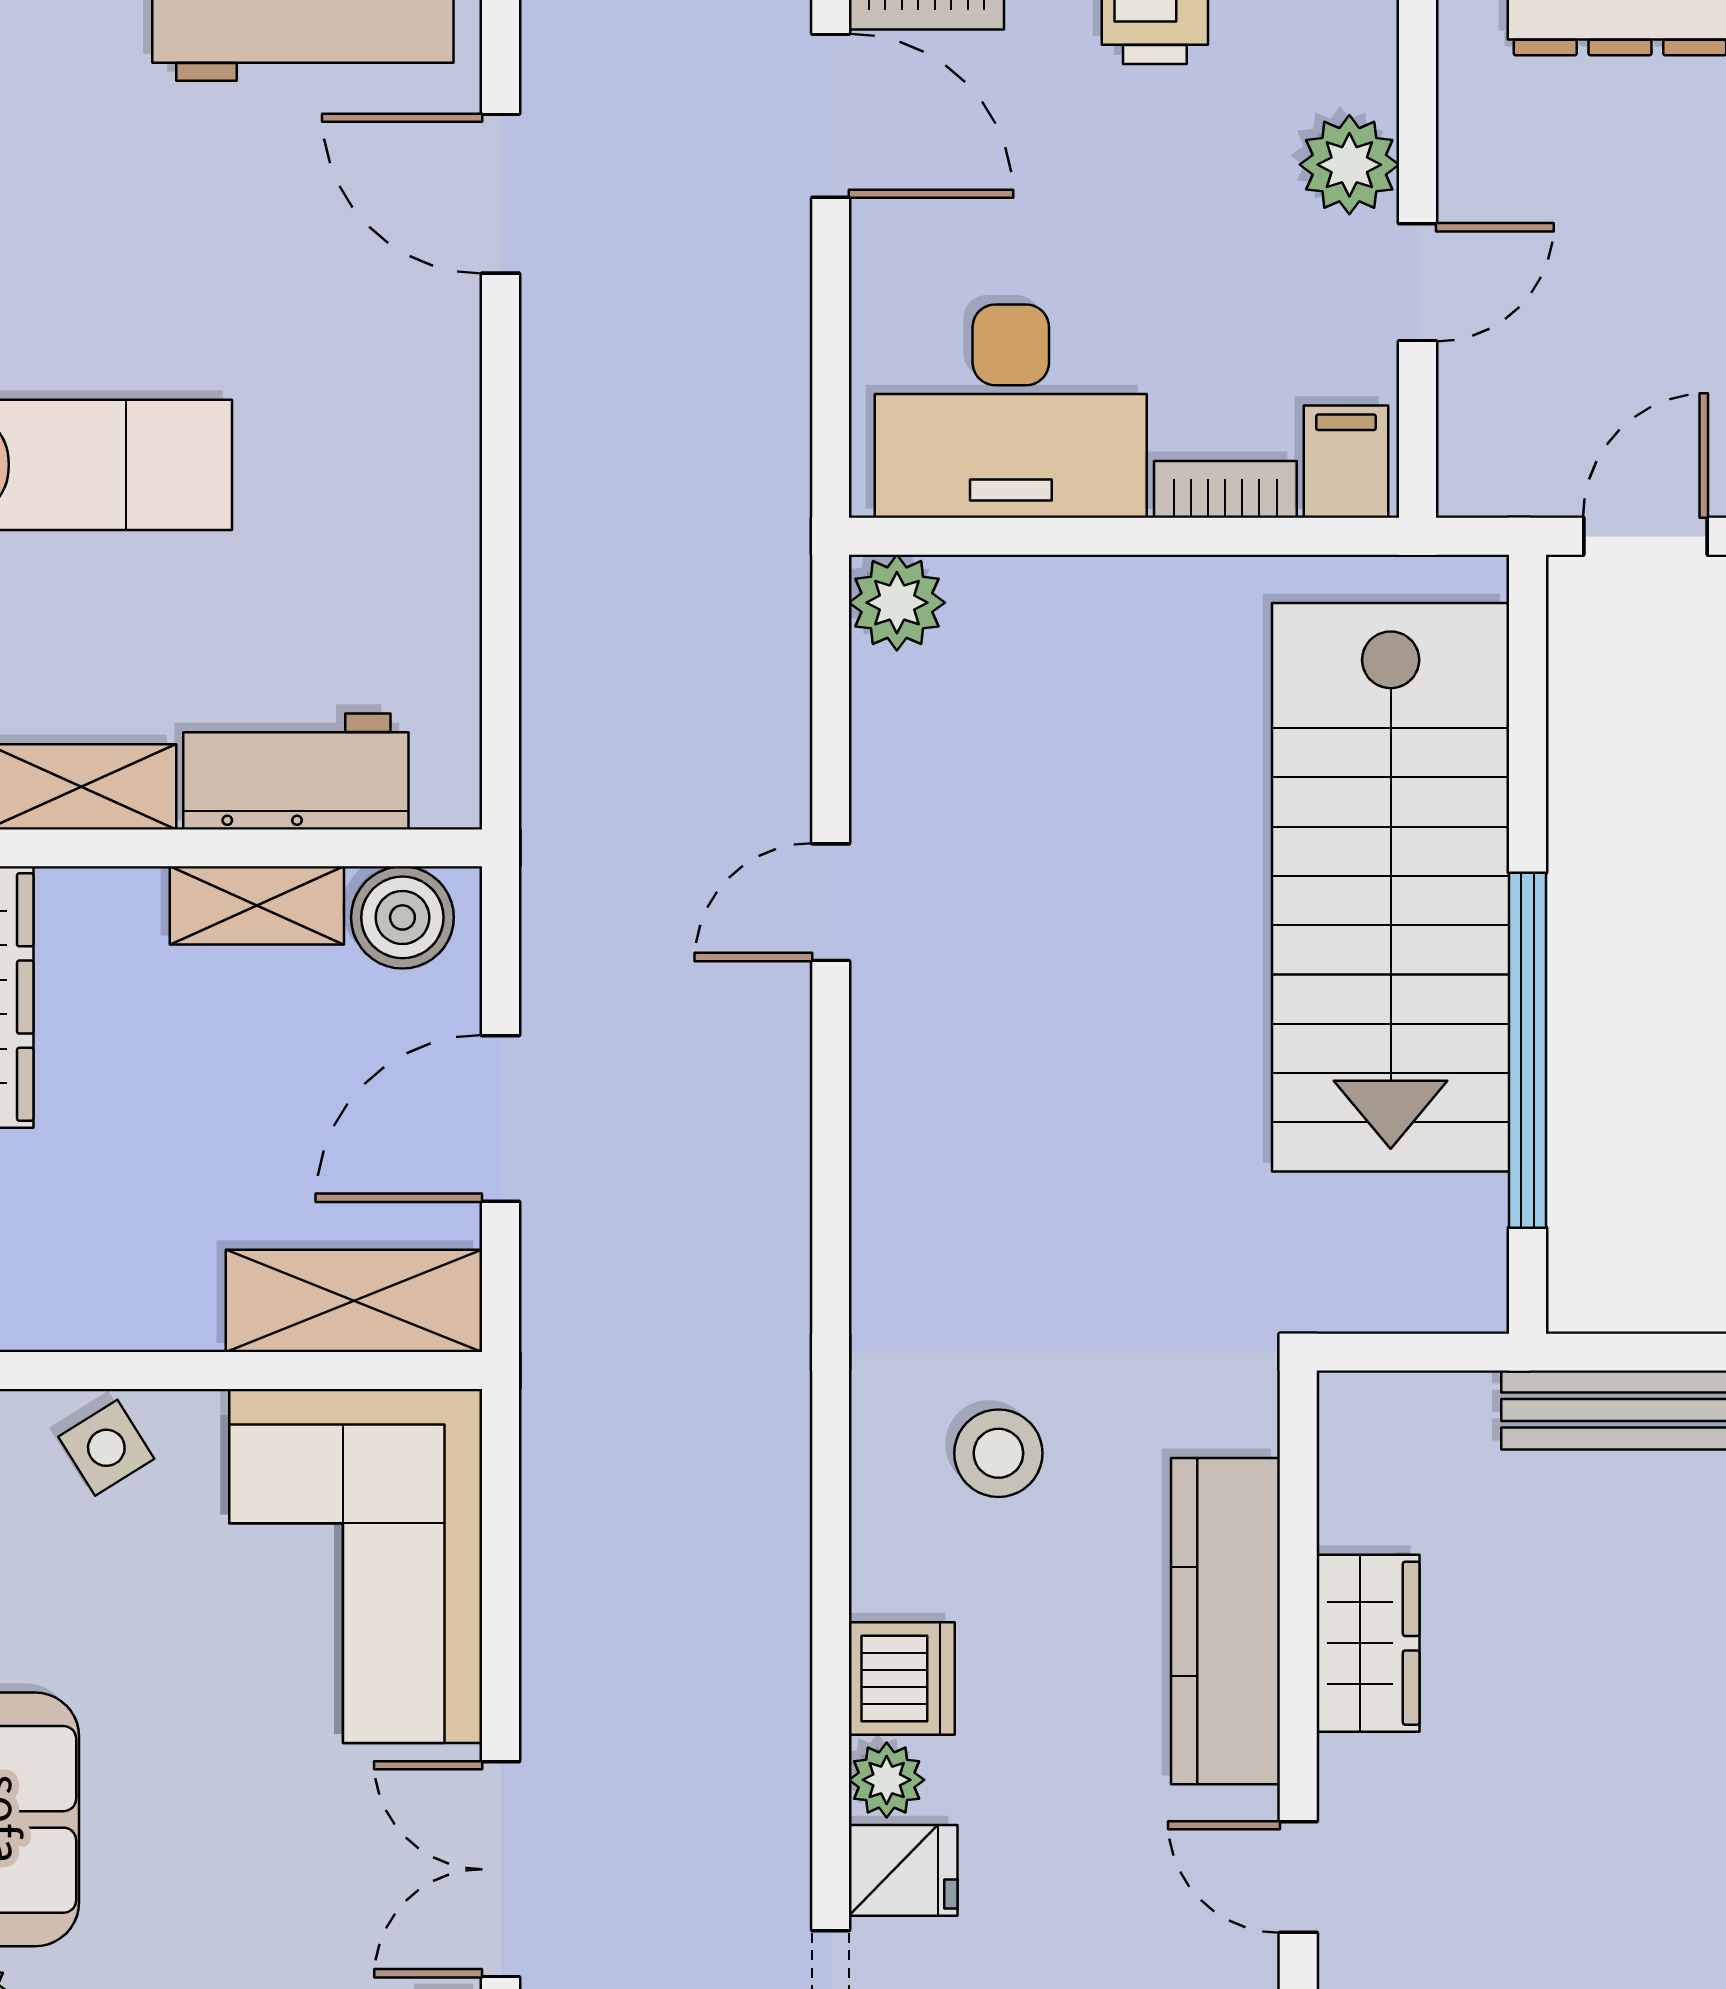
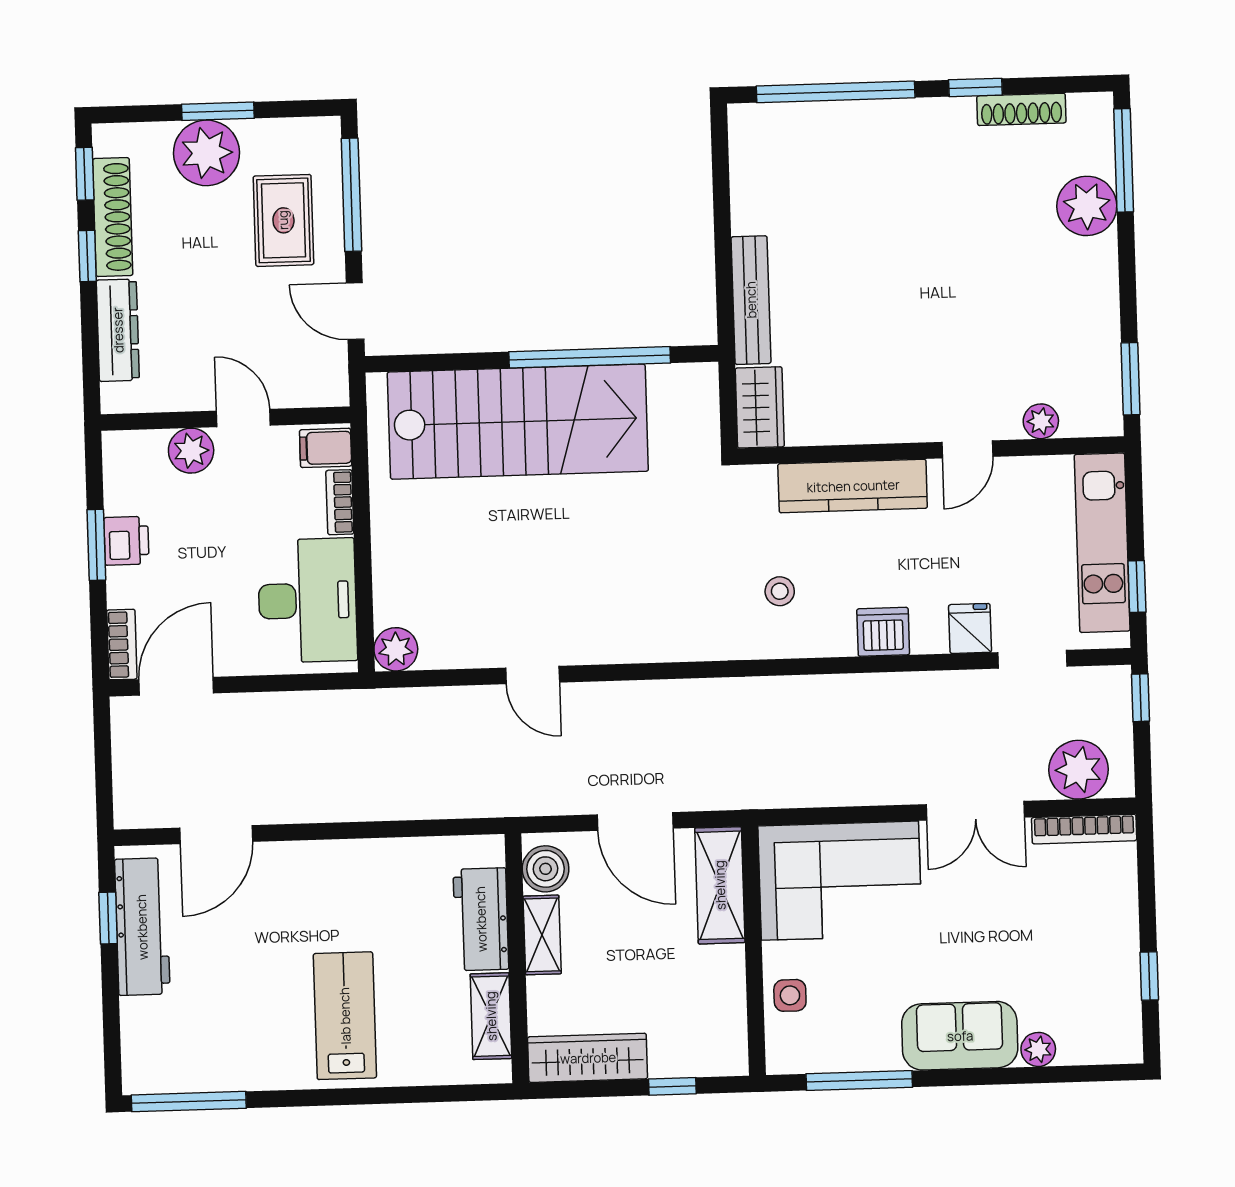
side table: (106, 1448) -> (790, 995), turned 32
stool: (998, 1453) -> (780, 591), width x0.73, depth x0.73
wardrobe: (1368, 1643) -> (760, 407), moved, turned 90
plant: (887, 1780) -> (929, 637), removed

